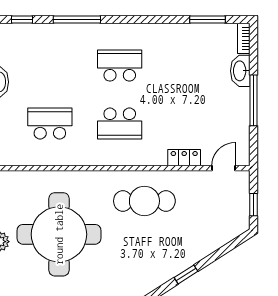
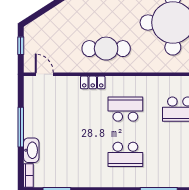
locker: (184, 158) -> (93, 82), moved
door: (224, 168) -> (44, 74), swing flipped

